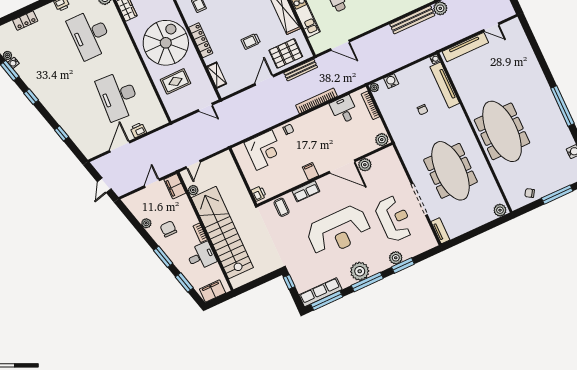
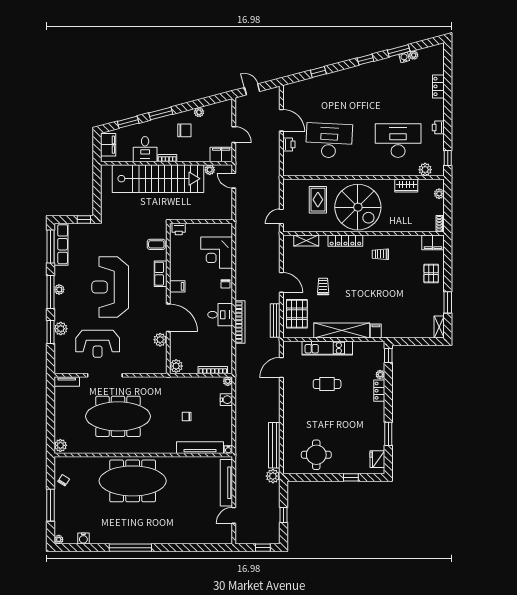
desk: (344, 110) -> (220, 315), moved
door: (342, 166) -> (168, 318), swing flipped
plant: (360, 271) -> (59, 289), width x0.53, depth x0.53

